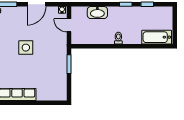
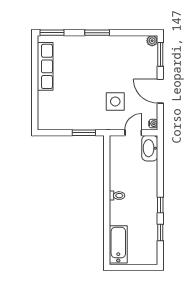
washbasin: (97, 13) -> (150, 148), moved
side table: (26, 48) -> (115, 101), moved

